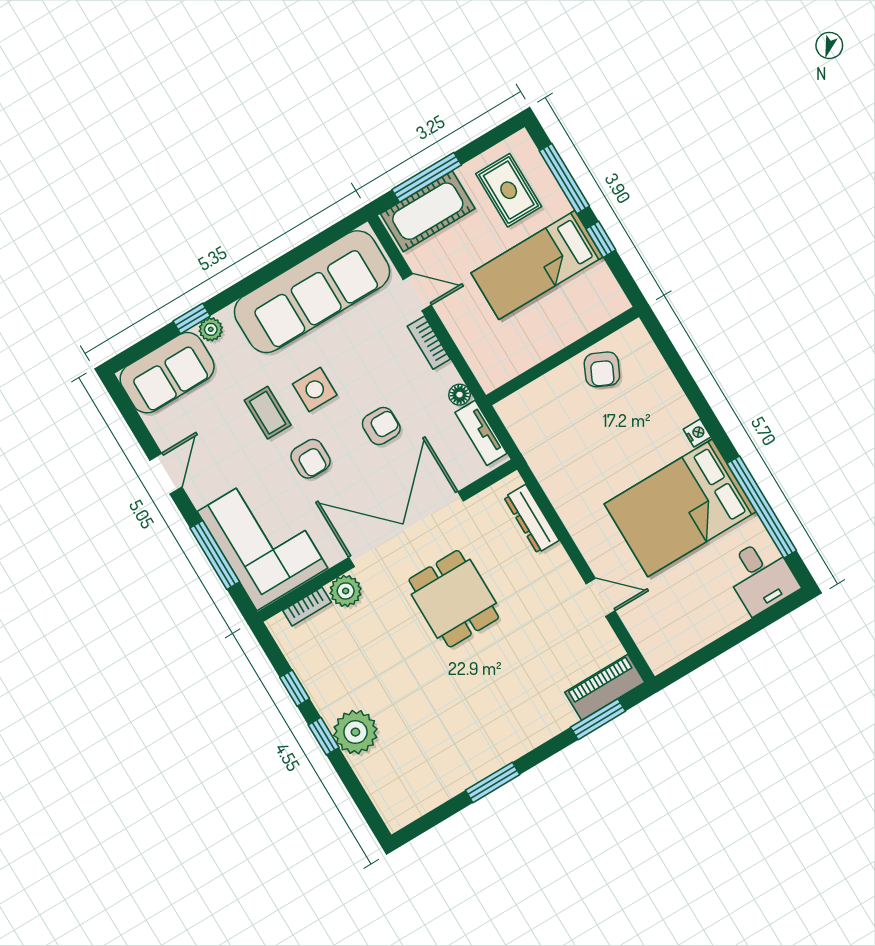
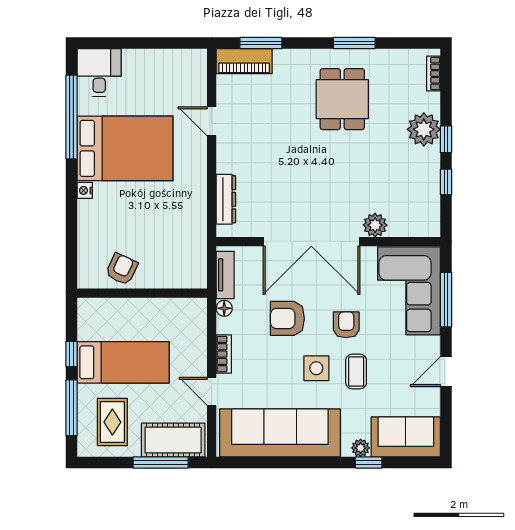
armchair: (381, 426) -> (287, 318), width x1.38, depth x1.38
dining table: (454, 599) -> (342, 99), moved
bookcase: (307, 606) -> (434, 74), moved, turned -90

